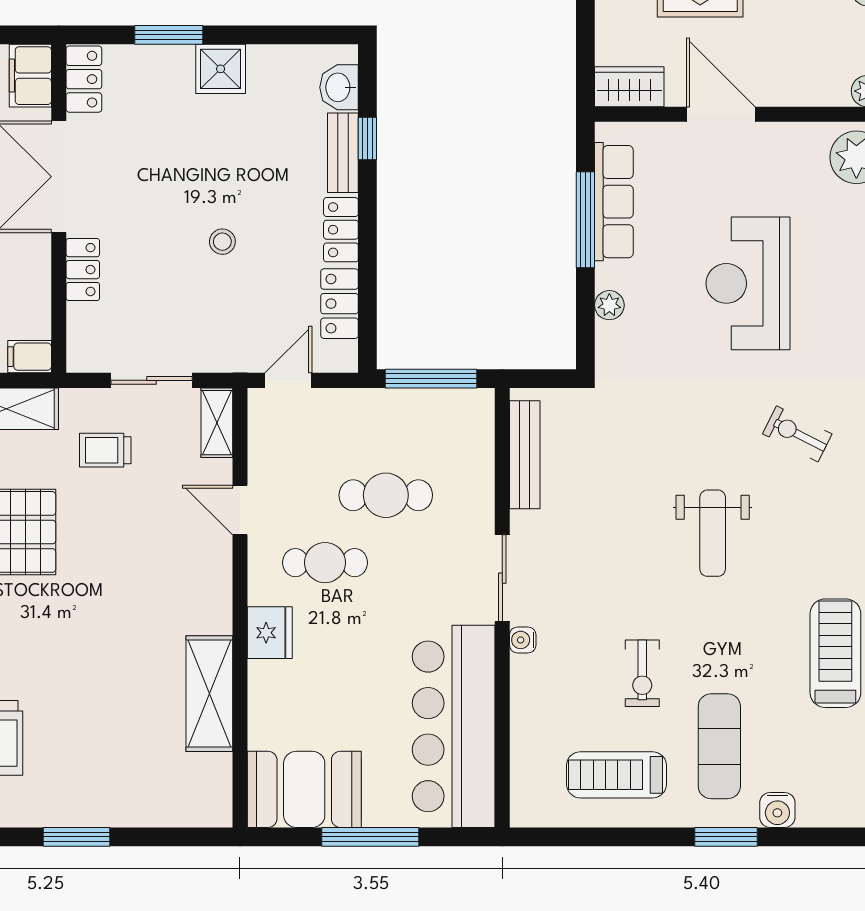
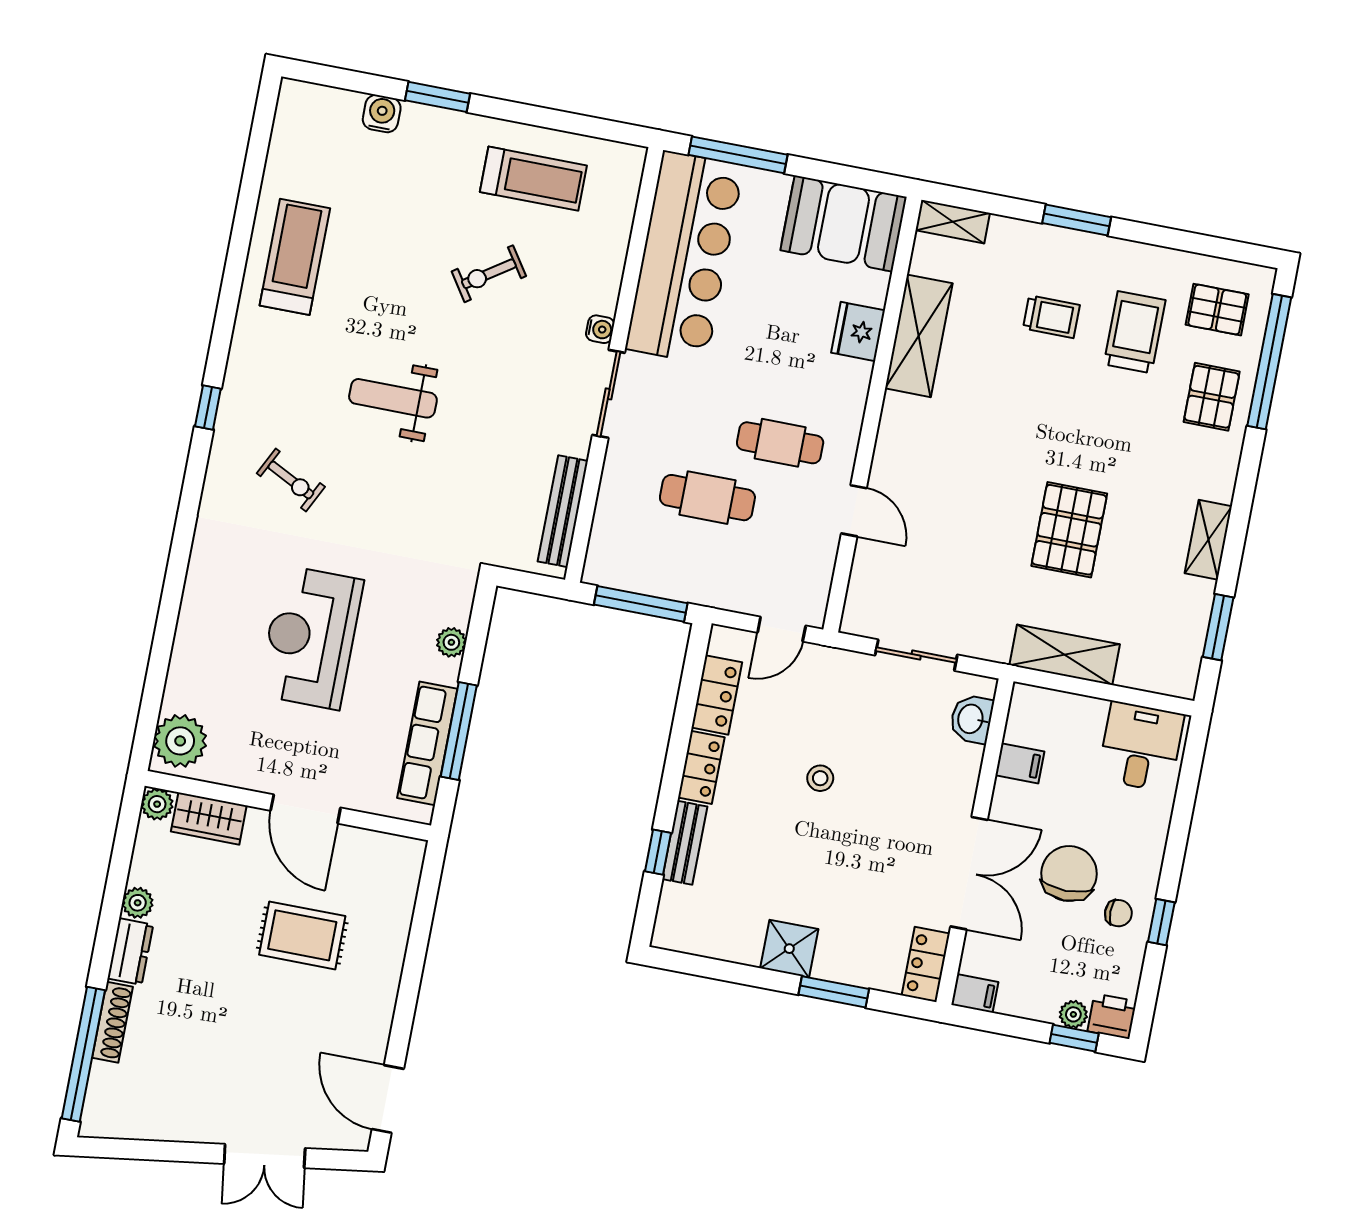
filing cabinet: (30, 76) -> (975, 993), width x0.50
washbasin: (339, 87) -> (971, 719), moved, turned 180
wardrobe: (629, 87) -> (209, 818), moved
locker: (83, 270) -> (963, 777), removed
reception desk: (748, 283) -> (311, 637), turned 180
filing cabinet: (30, 357) -> (1020, 763), moved
shelving: (217, 423) -> (953, 222), moved, turned 90
trolley: (105, 450) -> (1051, 317), moved
weight bench: (713, 533) -> (393, 398), turned -90
fridge: (270, 633) -> (858, 331), moved
treadmill: (835, 653) -> (295, 257), turned 180
exercise bike: (642, 673) -> (489, 274), turned -124
exercise mat: (719, 746) -> (427, 187), removed
window: (370, 837) -> (738, 155), moved

